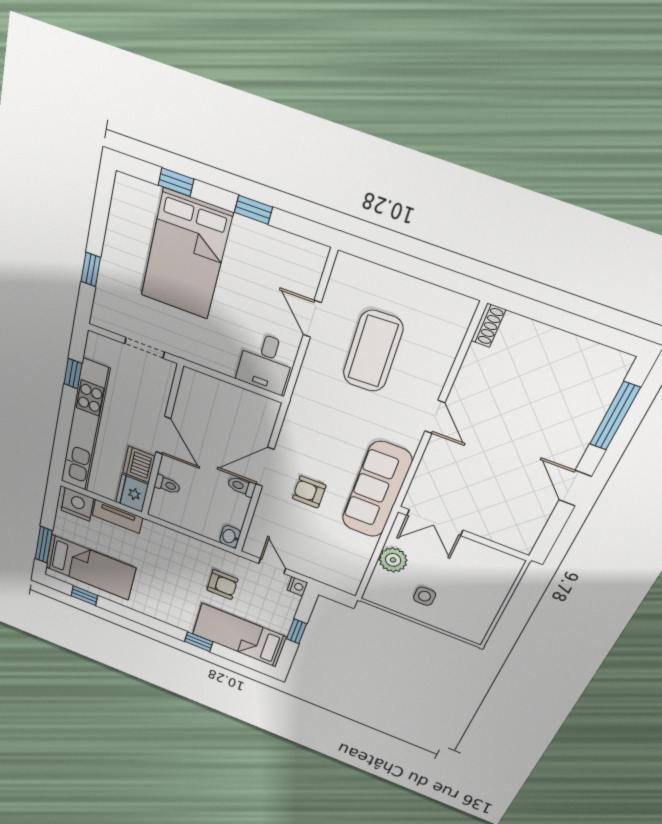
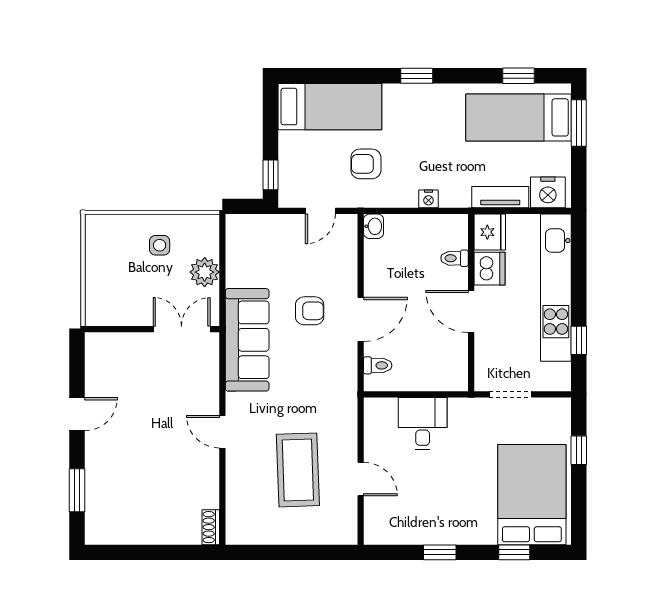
bed: (186, 255) -> (532, 495), moved
desk: (265, 363) -> (423, 424), moved
window: (615, 416) -> (77, 490), width x0.69
toilet: (241, 486) -> (378, 365), moved
door: (575, 488) -> (77, 414), hinge flipped
door: (272, 566) -> (320, 211), hinge flipped
nightstand: (297, 586) -> (429, 199), moved, turned -90
window: (297, 631) -> (271, 175), moved
window: (199, 642) -> (417, 76), moved

